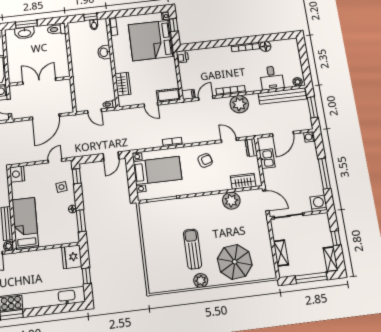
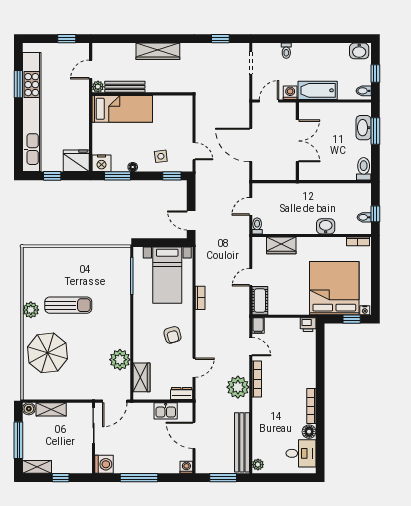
desk: (272, 78) -> (301, 453), moved, turned 180
nightstand: (17, 174) -> (101, 163), moved, turned 180
boiler: (283, 272) -> (29, 409), added

